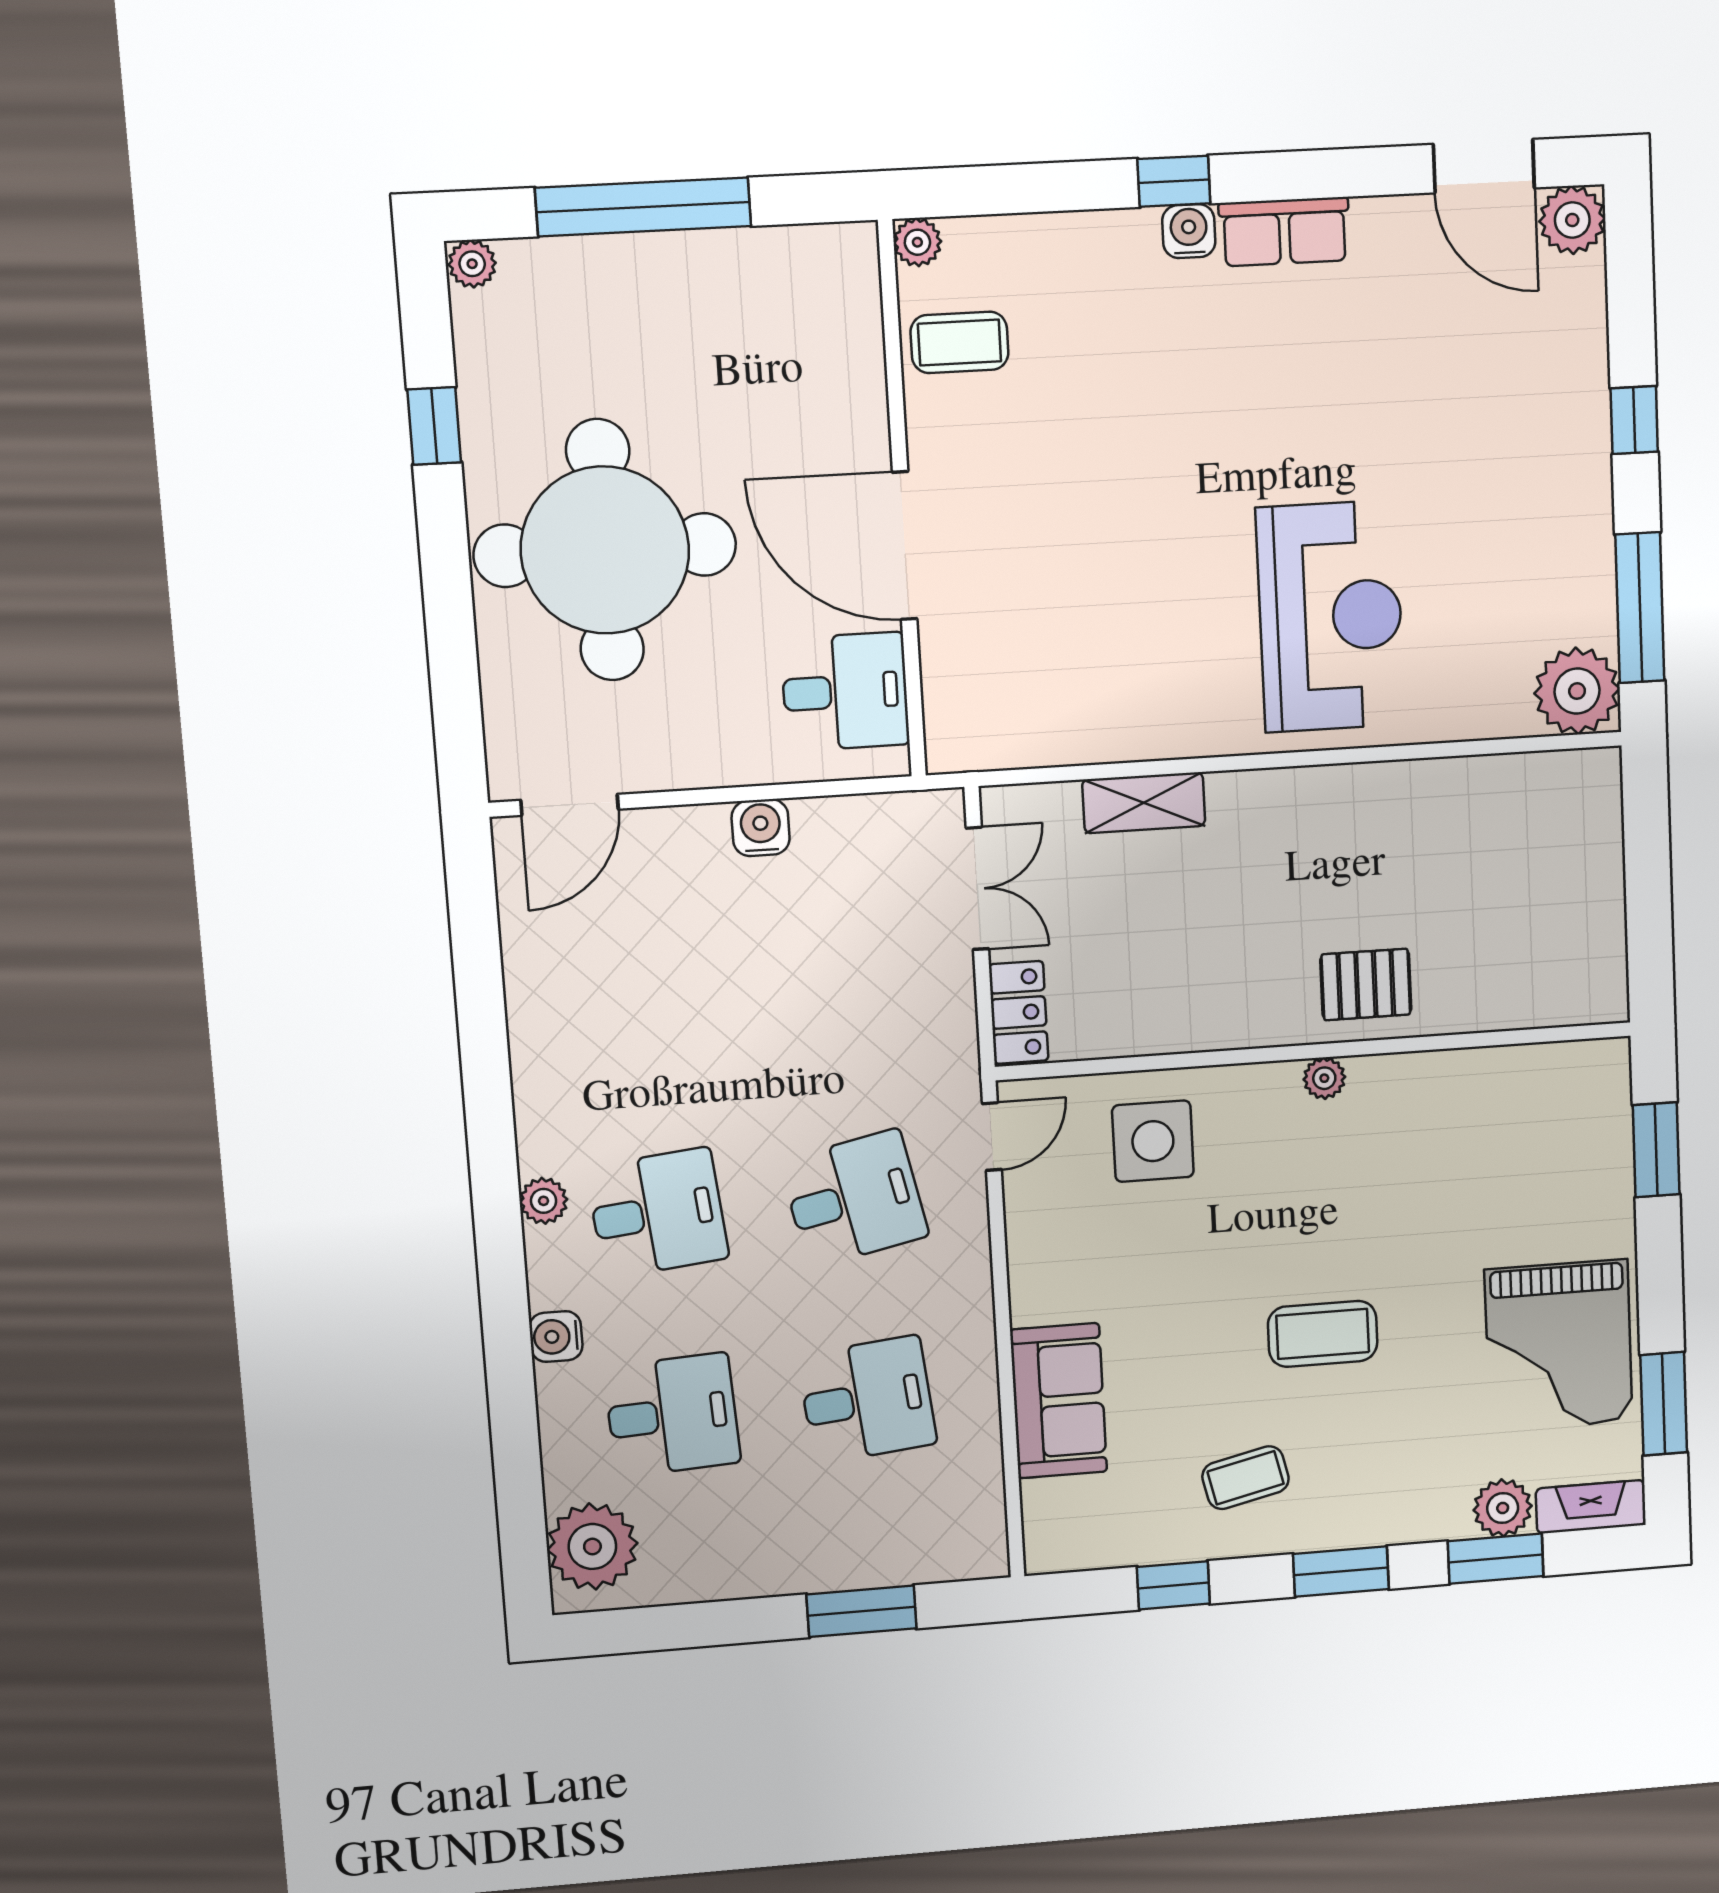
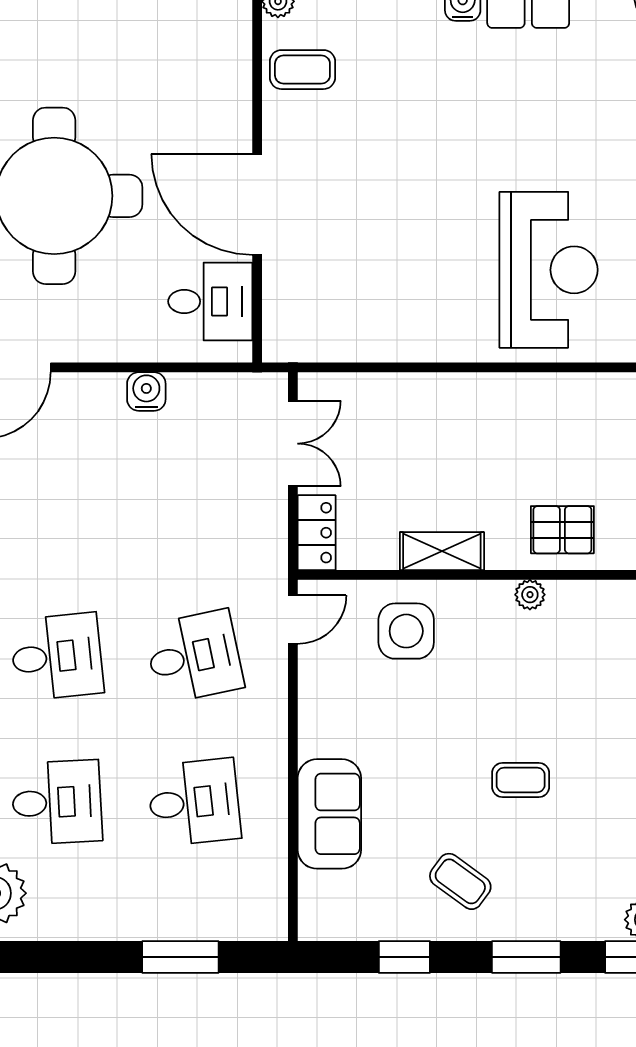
shelving: (1144, 803) -> (442, 551), moved
coffee table: (1323, 1334) -> (521, 780), width x0.73, depth x0.77
coffee table: (1246, 1478) -> (460, 881), turned 49

